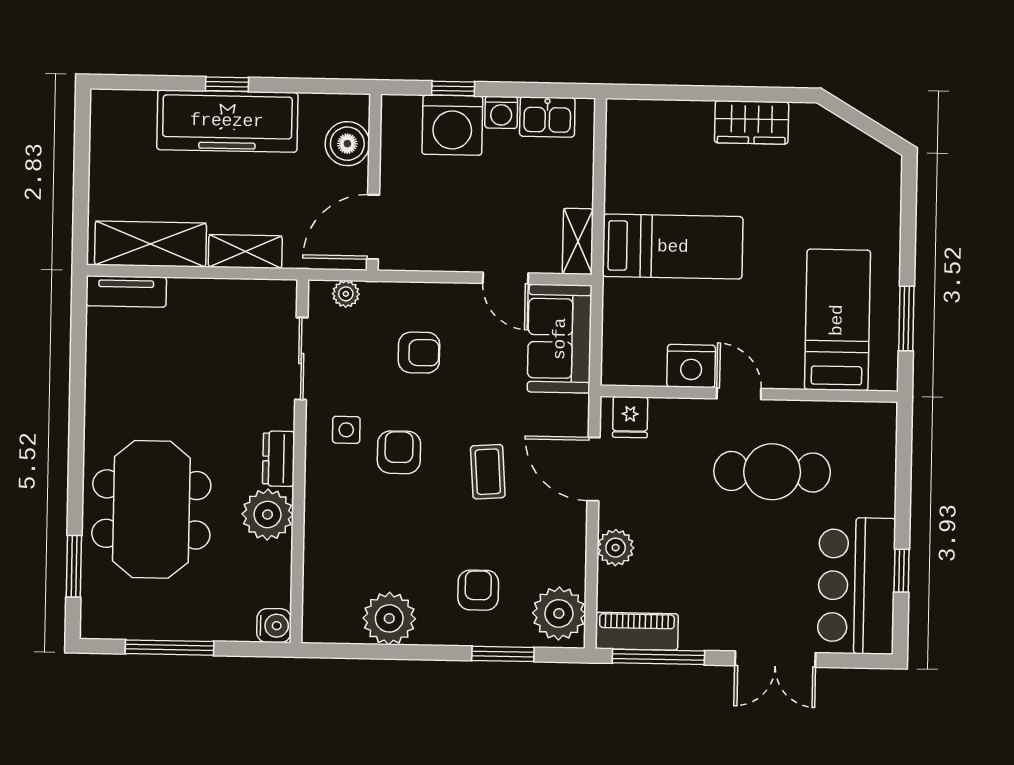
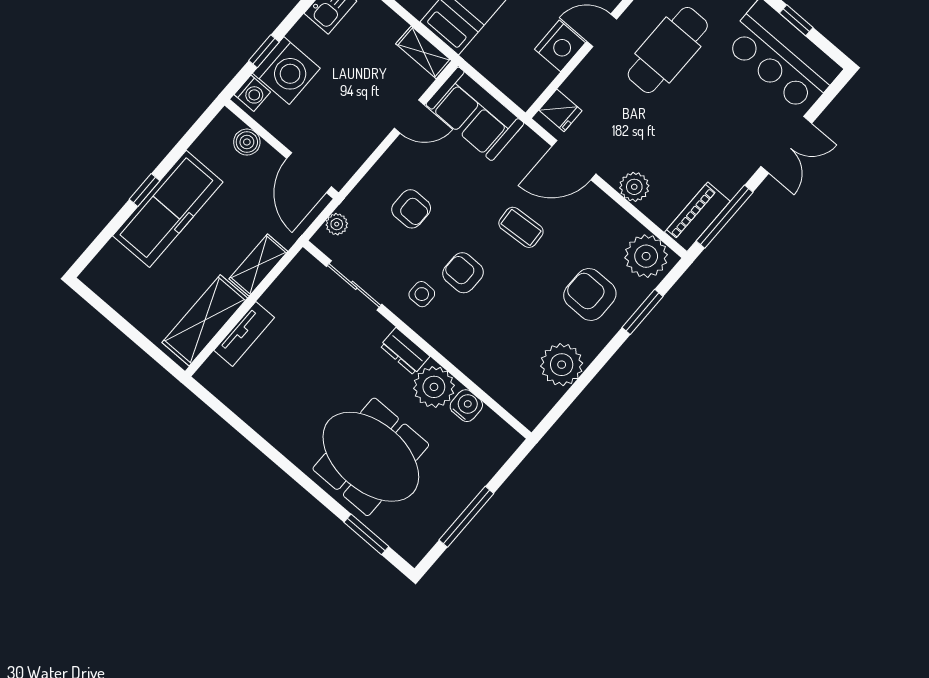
washing machine: (501, 112) -> (252, 93), moved
boiler: (347, 144) -> (247, 142), width x0.73, depth x0.73
tv unit: (126, 291) -> (244, 334), moved
armchair: (419, 353) -> (411, 209), turned 90
armchair: (478, 590) -> (590, 294), width x1.38, depth x1.38
water cooler: (274, 626) -> (466, 406), moved

